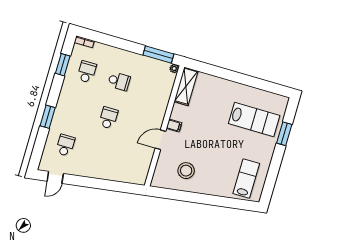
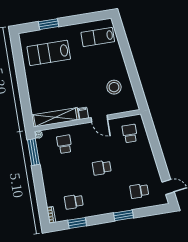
school desk: (119, 81) -> (64, 144), moved
shelving: (186, 86) -> (55, 117), width x1.47
lab bench: (254, 120) -> (49, 53), turned -90
school desk: (130, 164) -> (130, 133), added

